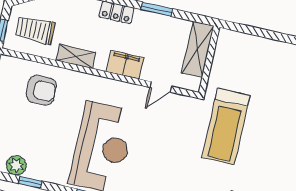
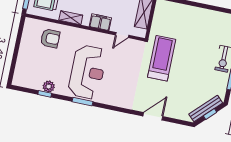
treadmill: (226, 127) -> (162, 58), turned 180
plant: (16, 165) -> (49, 86), moved

